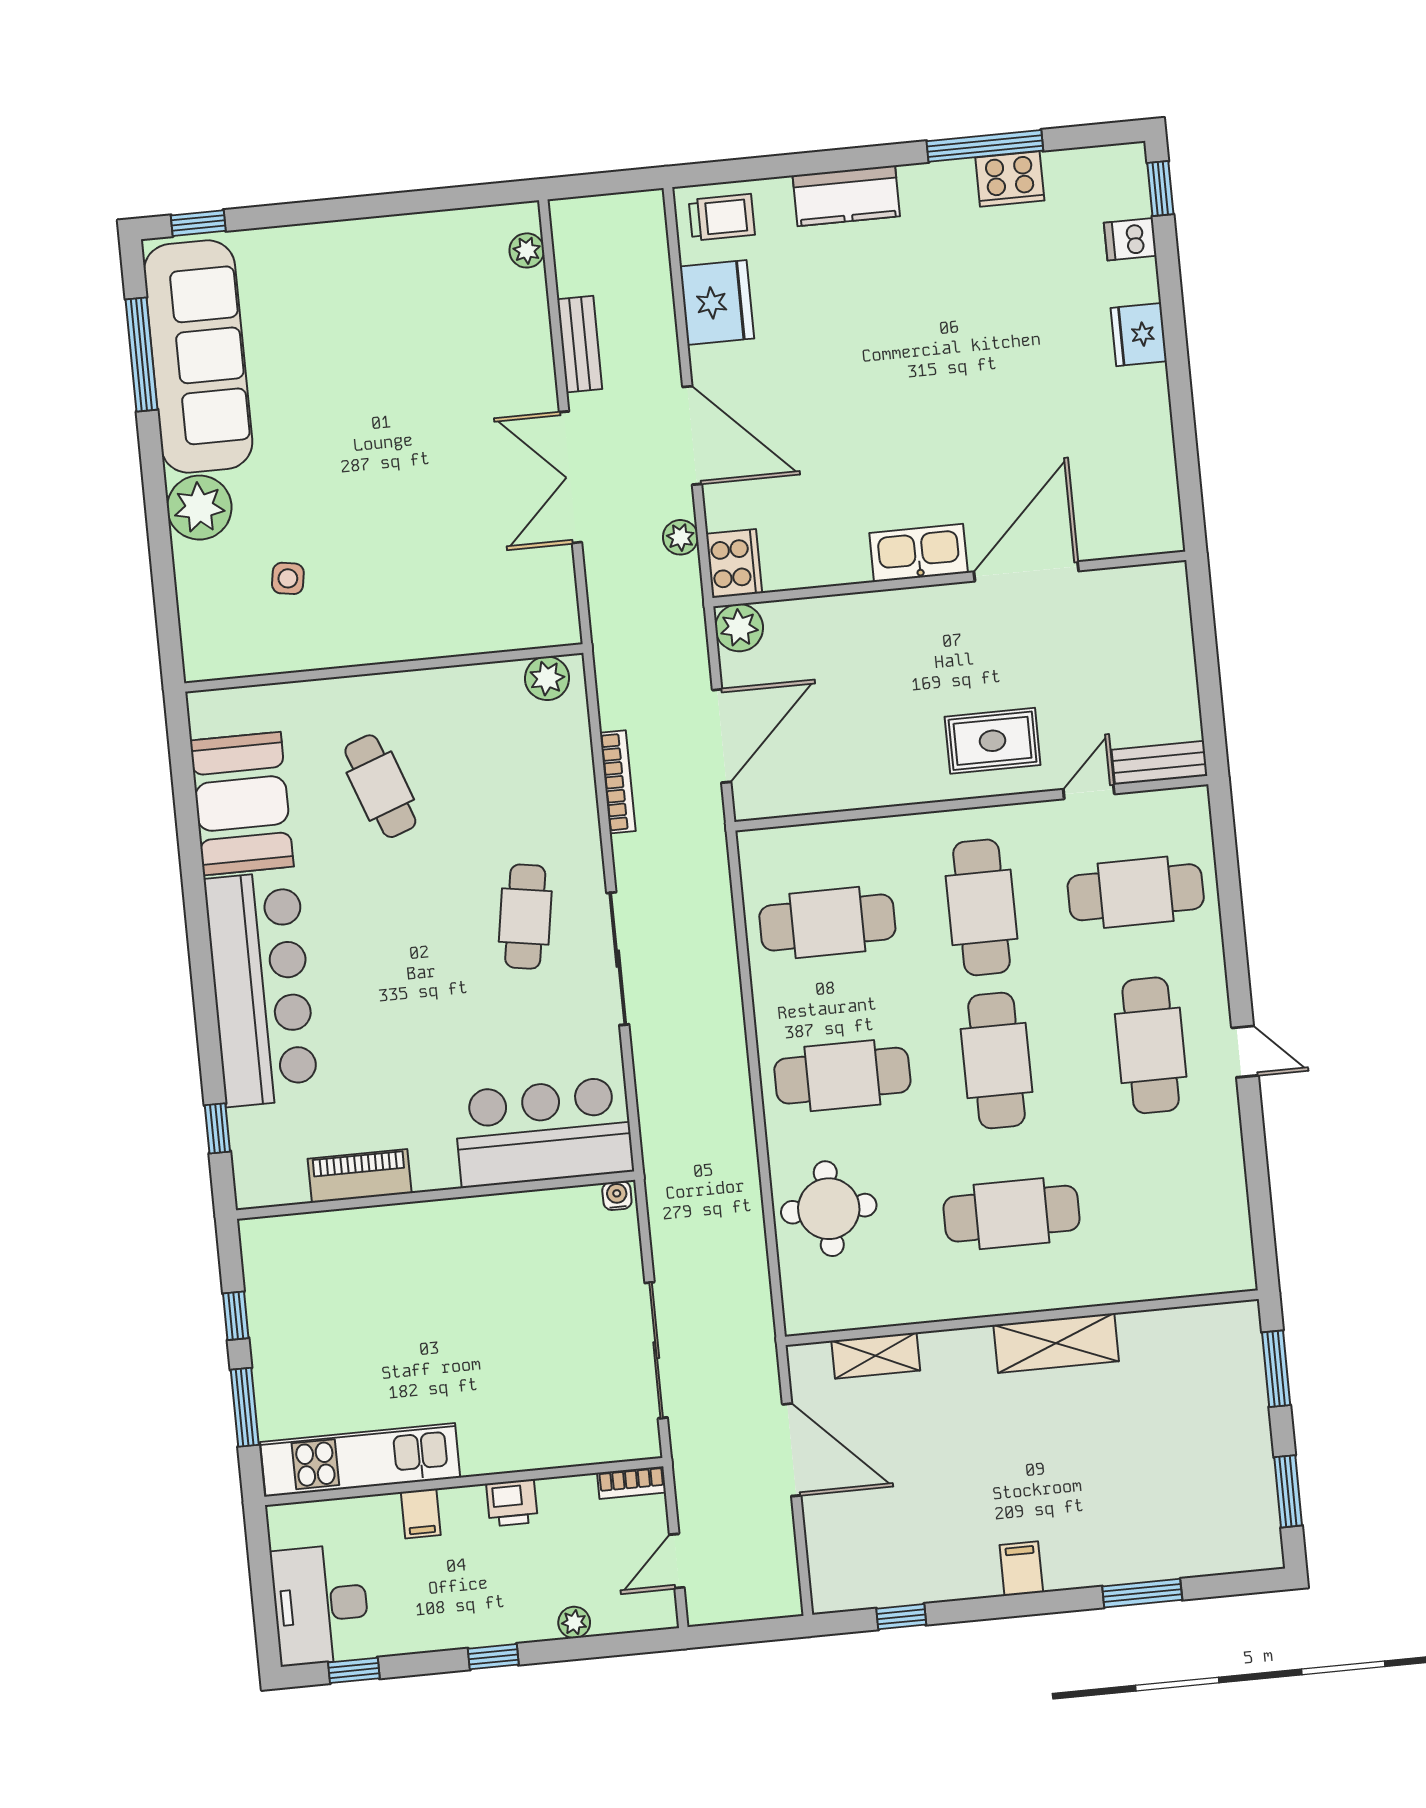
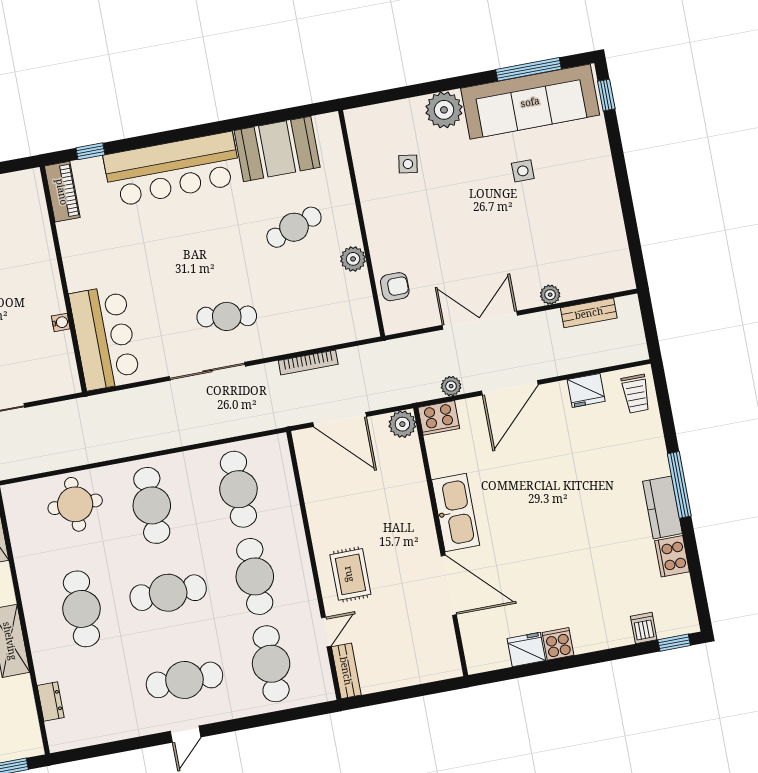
window: (985, 146) -> (679, 485), moved
kitchen counter: (846, 196) -> (662, 507), moved
plant: (527, 250) -> (550, 295), moved
fridge: (717, 302) -> (586, 390), width x0.73, depth x0.75
fridge: (1139, 335) -> (526, 650), moved
bench: (580, 344) -> (589, 313), moved
side table: (317, 380) -> (523, 171), added
cooker: (1145, 390) -> (558, 644), added
kitchen sink: (919, 553) -> (456, 513), width x1.36, depth x1.24
armchair: (499, 620) -> (395, 287), added
plant: (547, 678) -> (353, 259), moved
door: (1089, 792) -> (326, 632), hinge flipped
cafe table: (982, 907) -> (255, 576), turned 90
piano: (360, 1176) -> (62, 192), moved
water cooler: (617, 1196) -> (61, 322), moved
dresser: (1168, 1281) -> (51, 702), added

